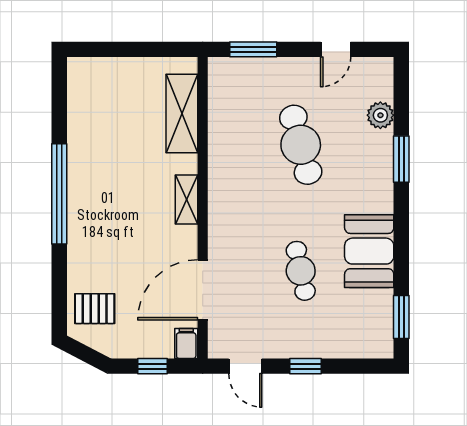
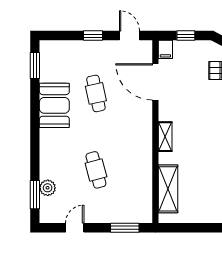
cafe table: (301, 145) -> (96, 170), width x0.73, depth x0.74
window: (401, 159) -> (35, 195), moved
door: (203, 290) -> (155, 82), swing flipped

